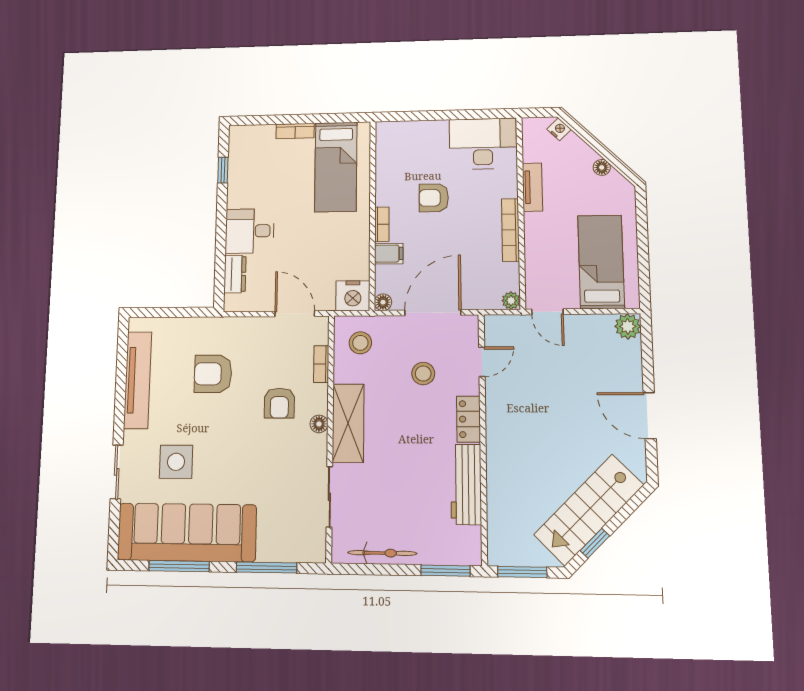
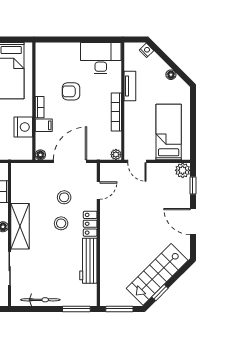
nightstand: (353, 296) -> (23, 127), moved, turned -90
stool: (360, 343) -> (61, 223), moved
window: (647, 353) -> (193, 186), added

